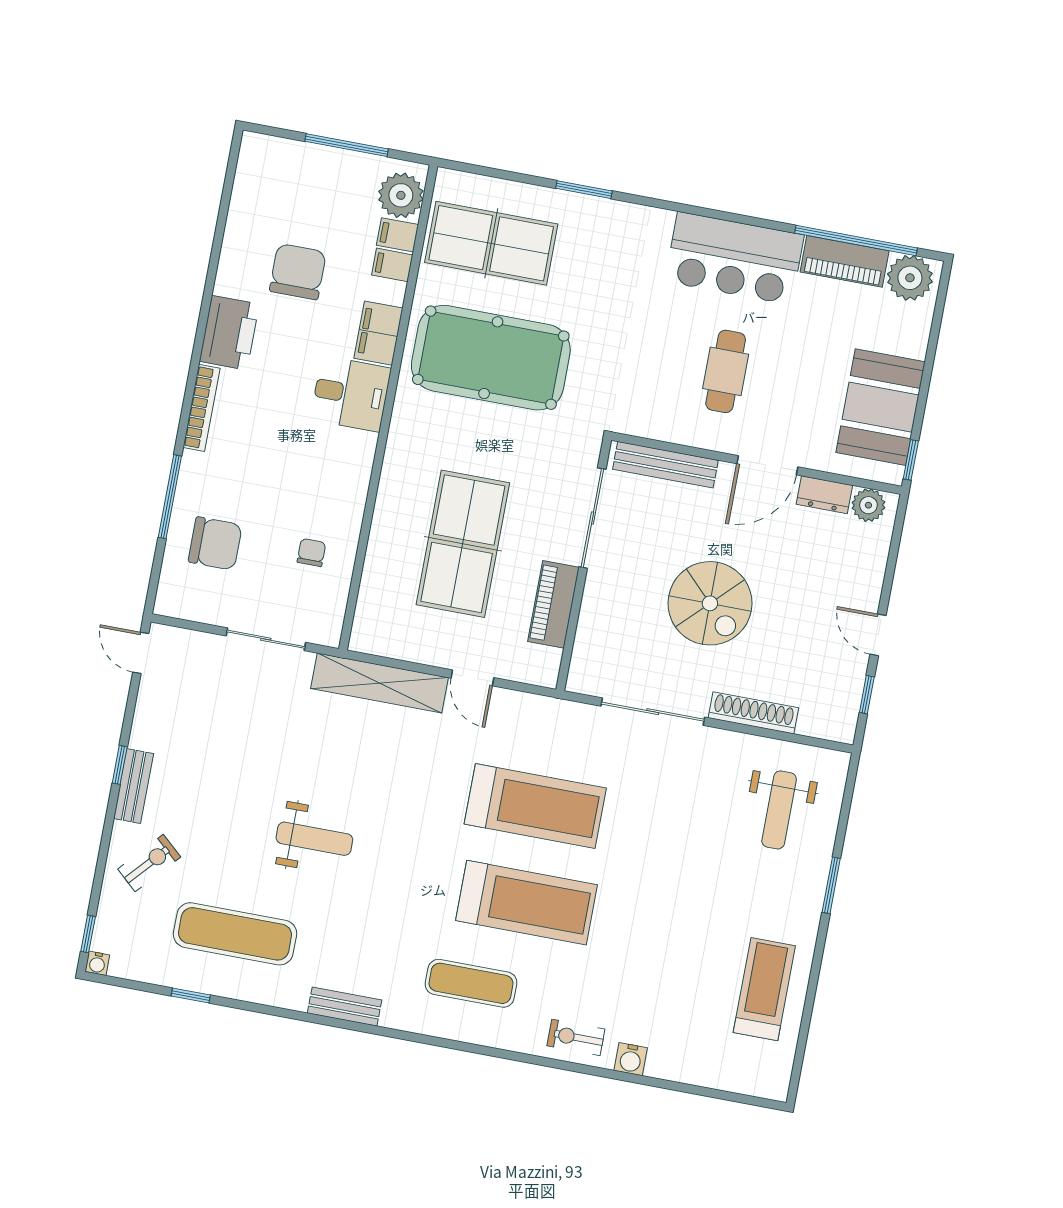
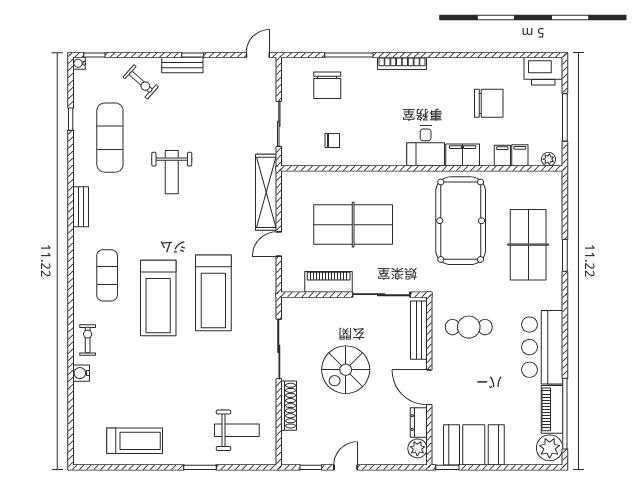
plant: (401, 195) -> (548, 159), width x0.53, depth x0.53
table tennis table: (491, 243) -> (528, 245), moved
printer: (229, 333) -> (543, 71), moved
cafe table: (726, 371) -> (469, 327), moved
weight bench: (779, 810) -> (237, 430), turned 180

